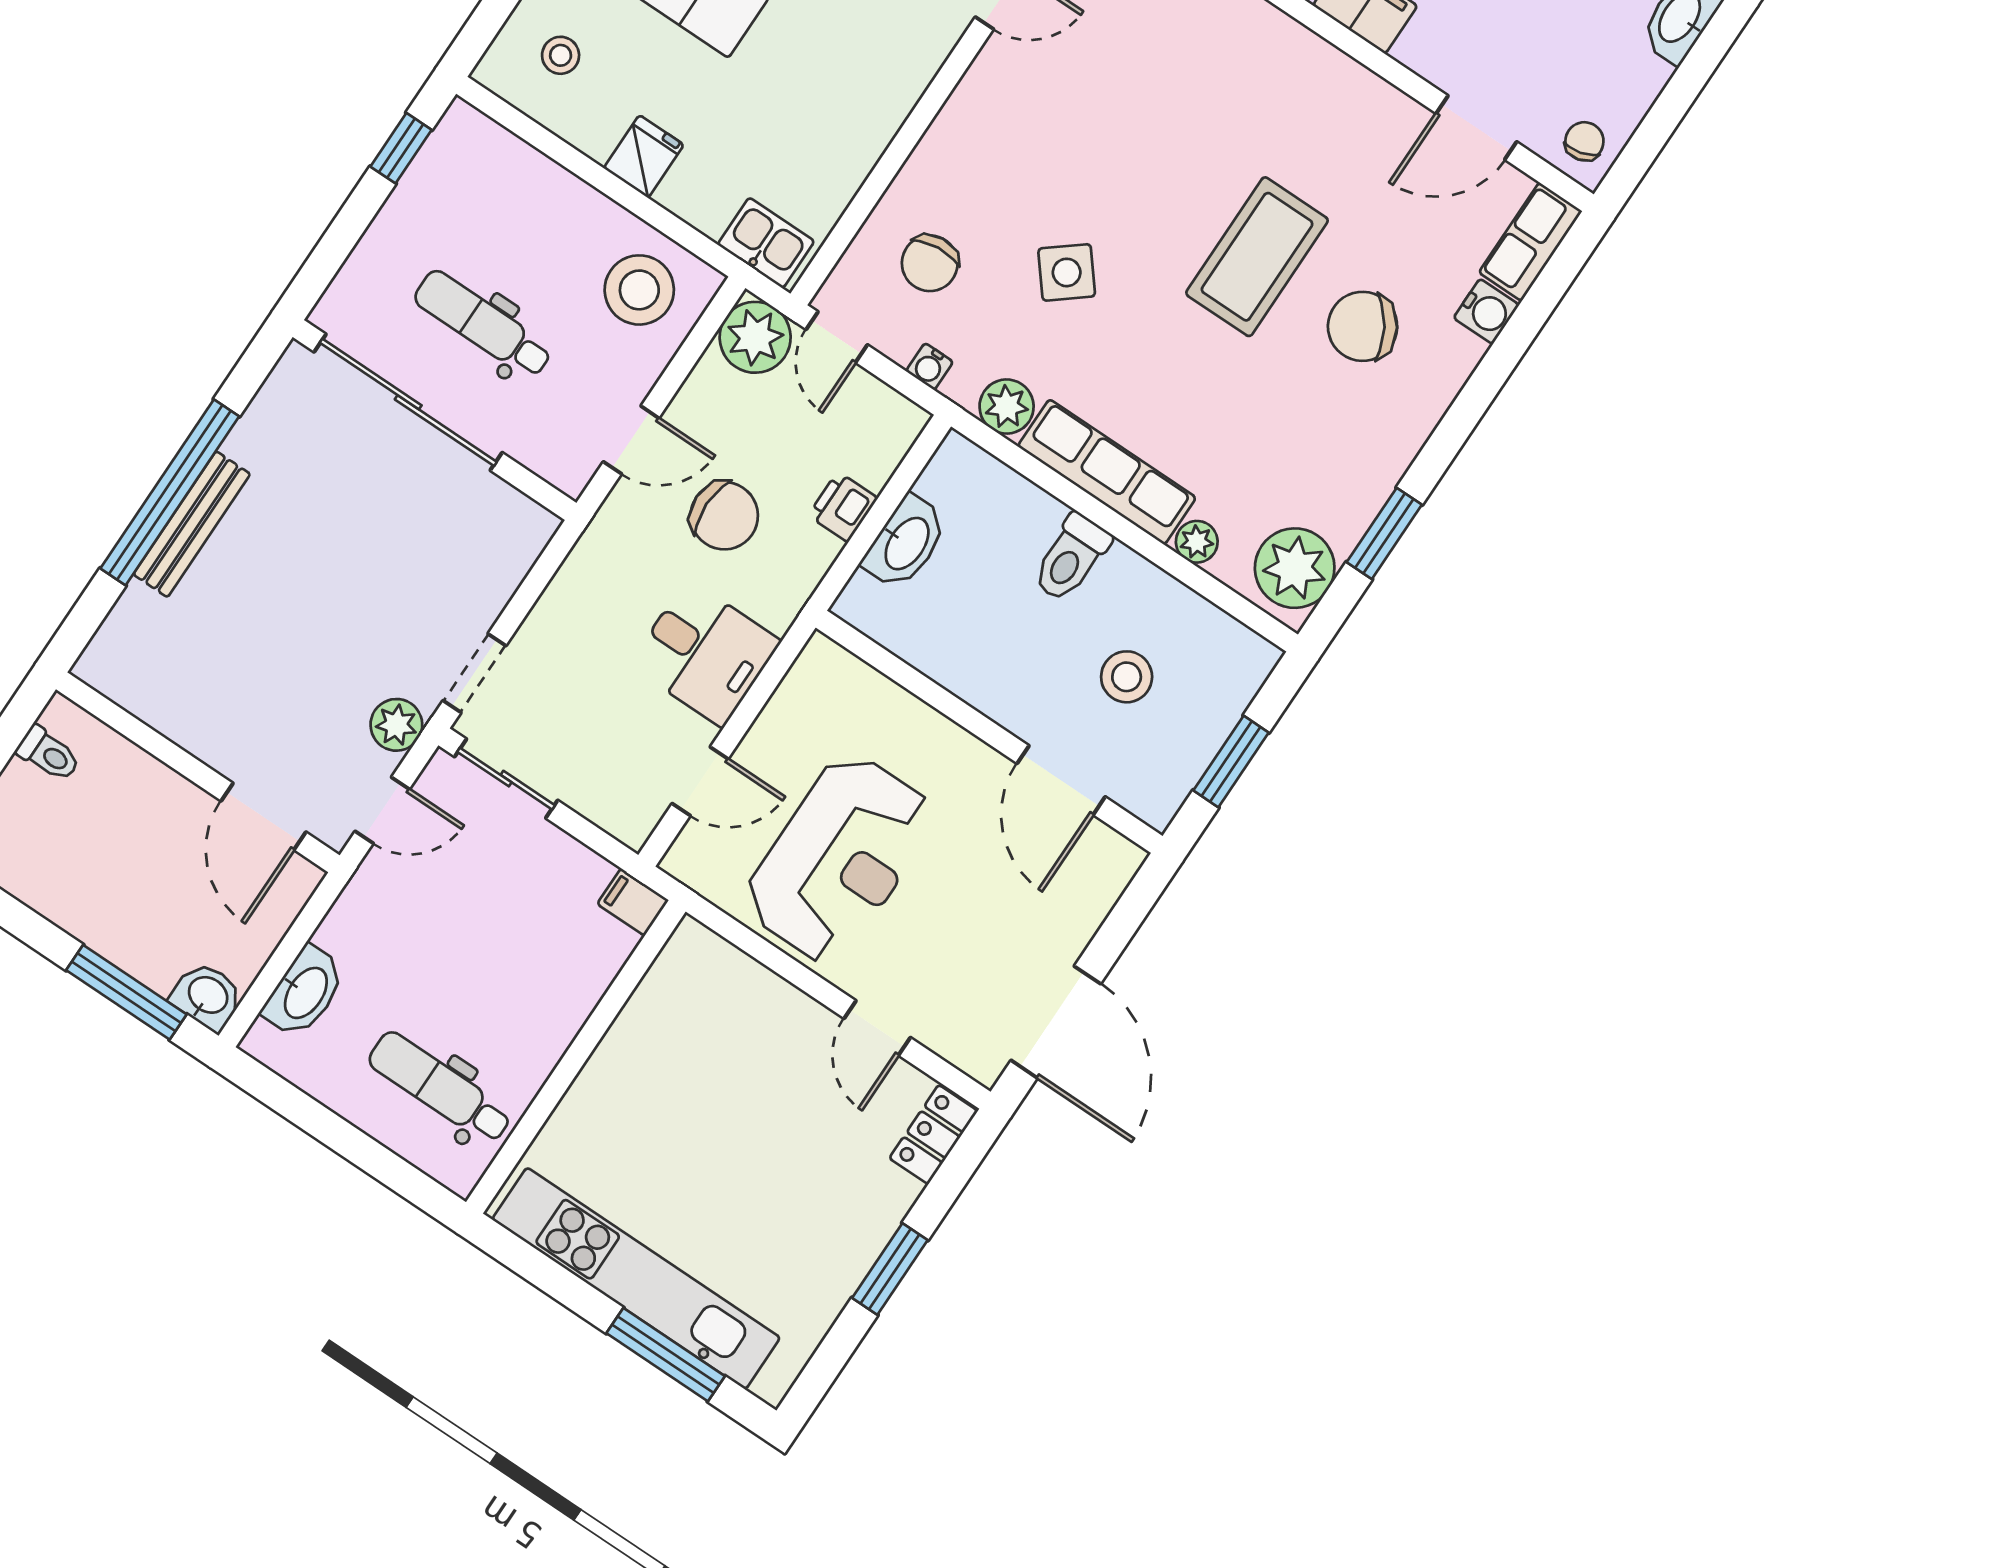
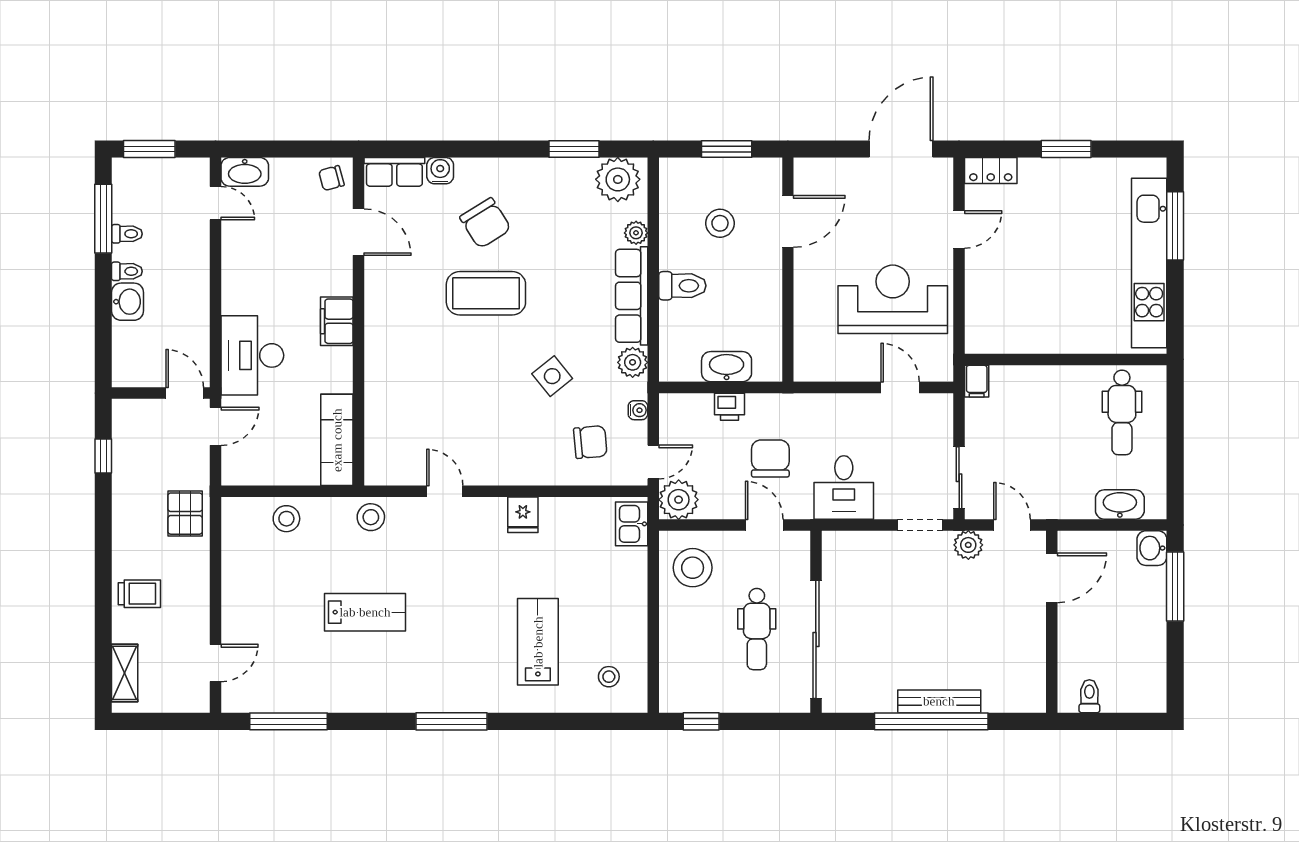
fridge: (644, 156) -> (523, 515), moved, turned -90
desk: (705, 653) -> (844, 487), moved, turned 180

